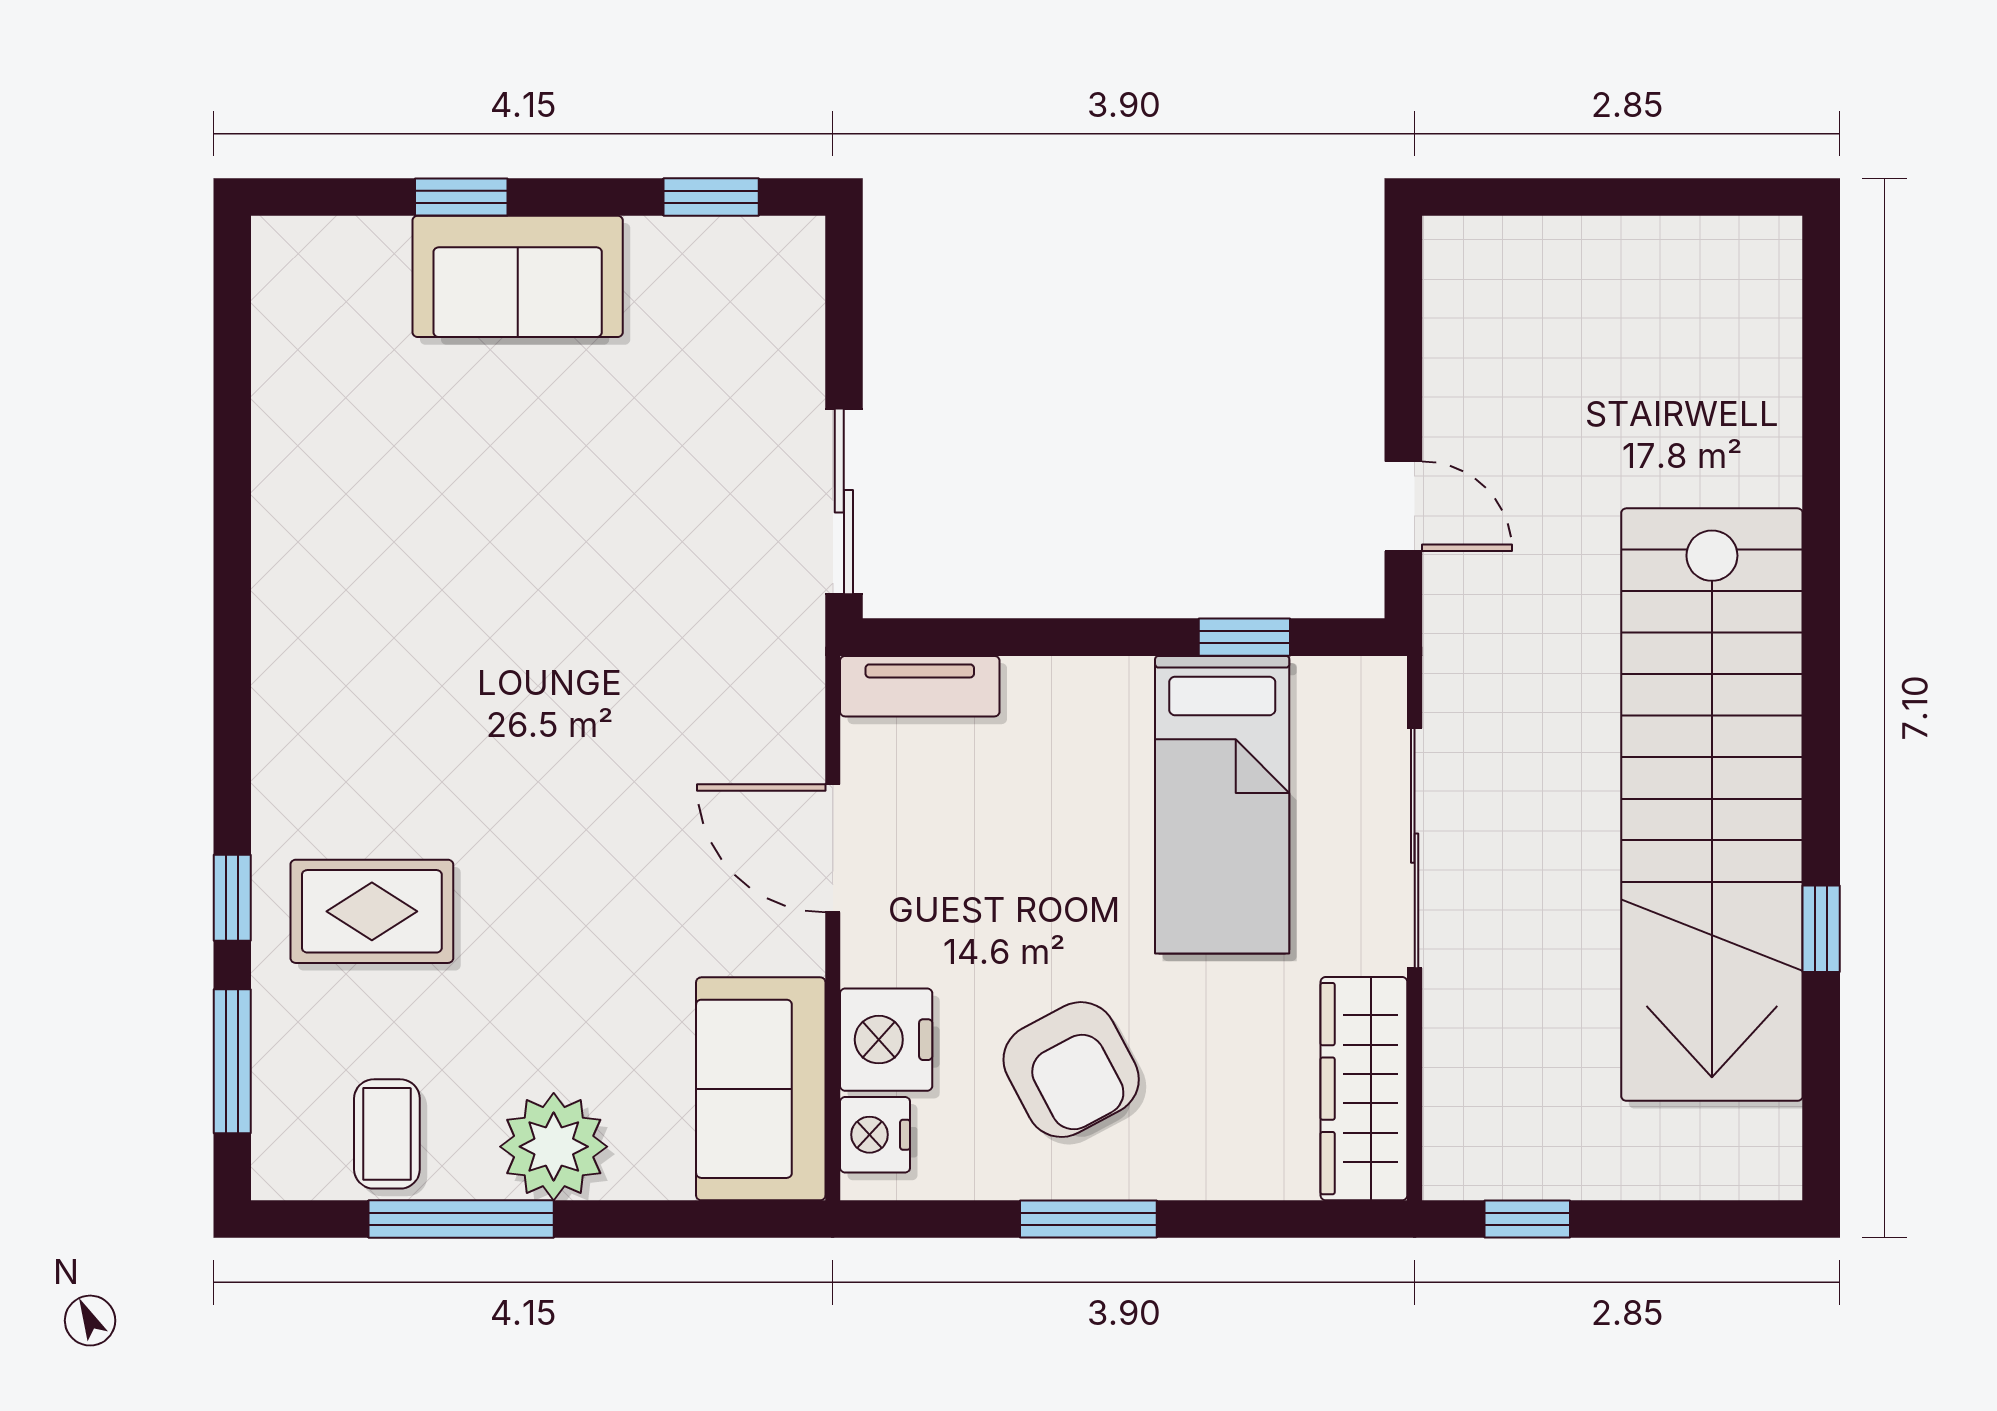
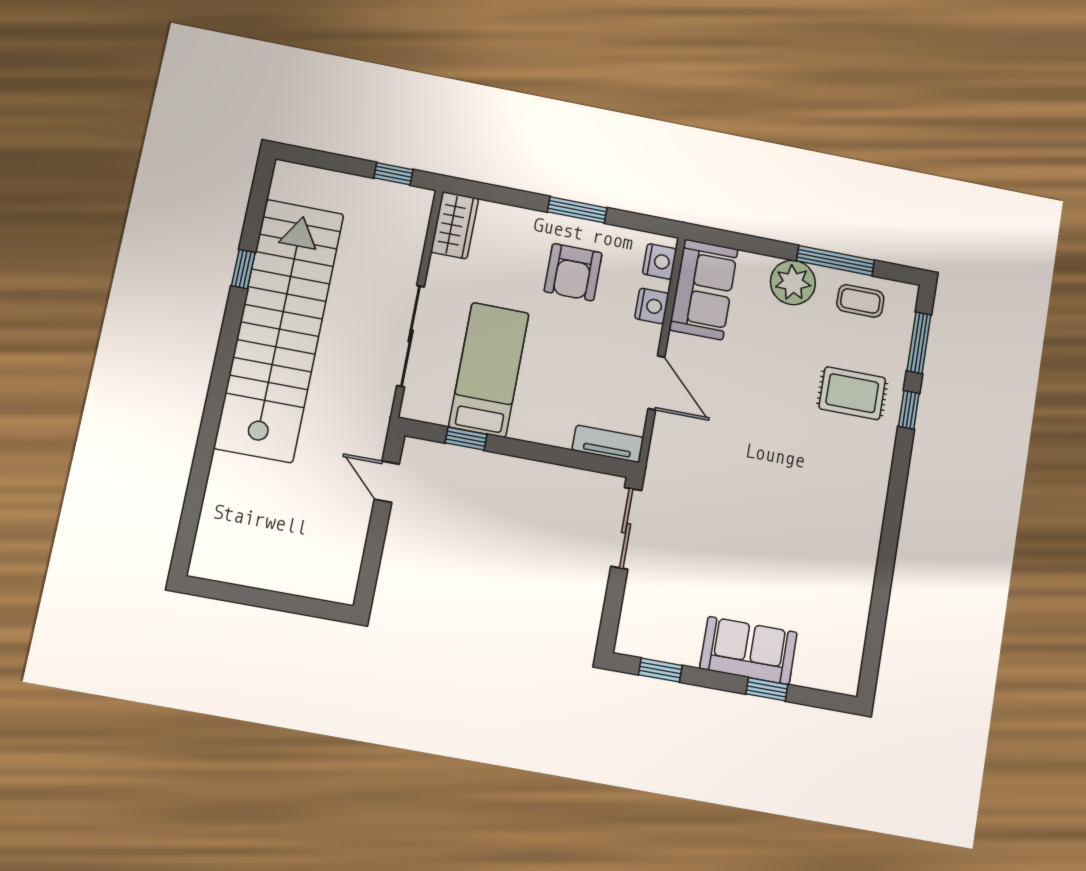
nightstand: (886, 1040) -> (652, 306), width x0.74, depth x0.75
armchair: (1071, 1070) -> (573, 272), turned -152
wardrobe: (1364, 1089) -> (455, 225), width x0.67
coffee table: (387, 1134) -> (860, 301), turned 90

